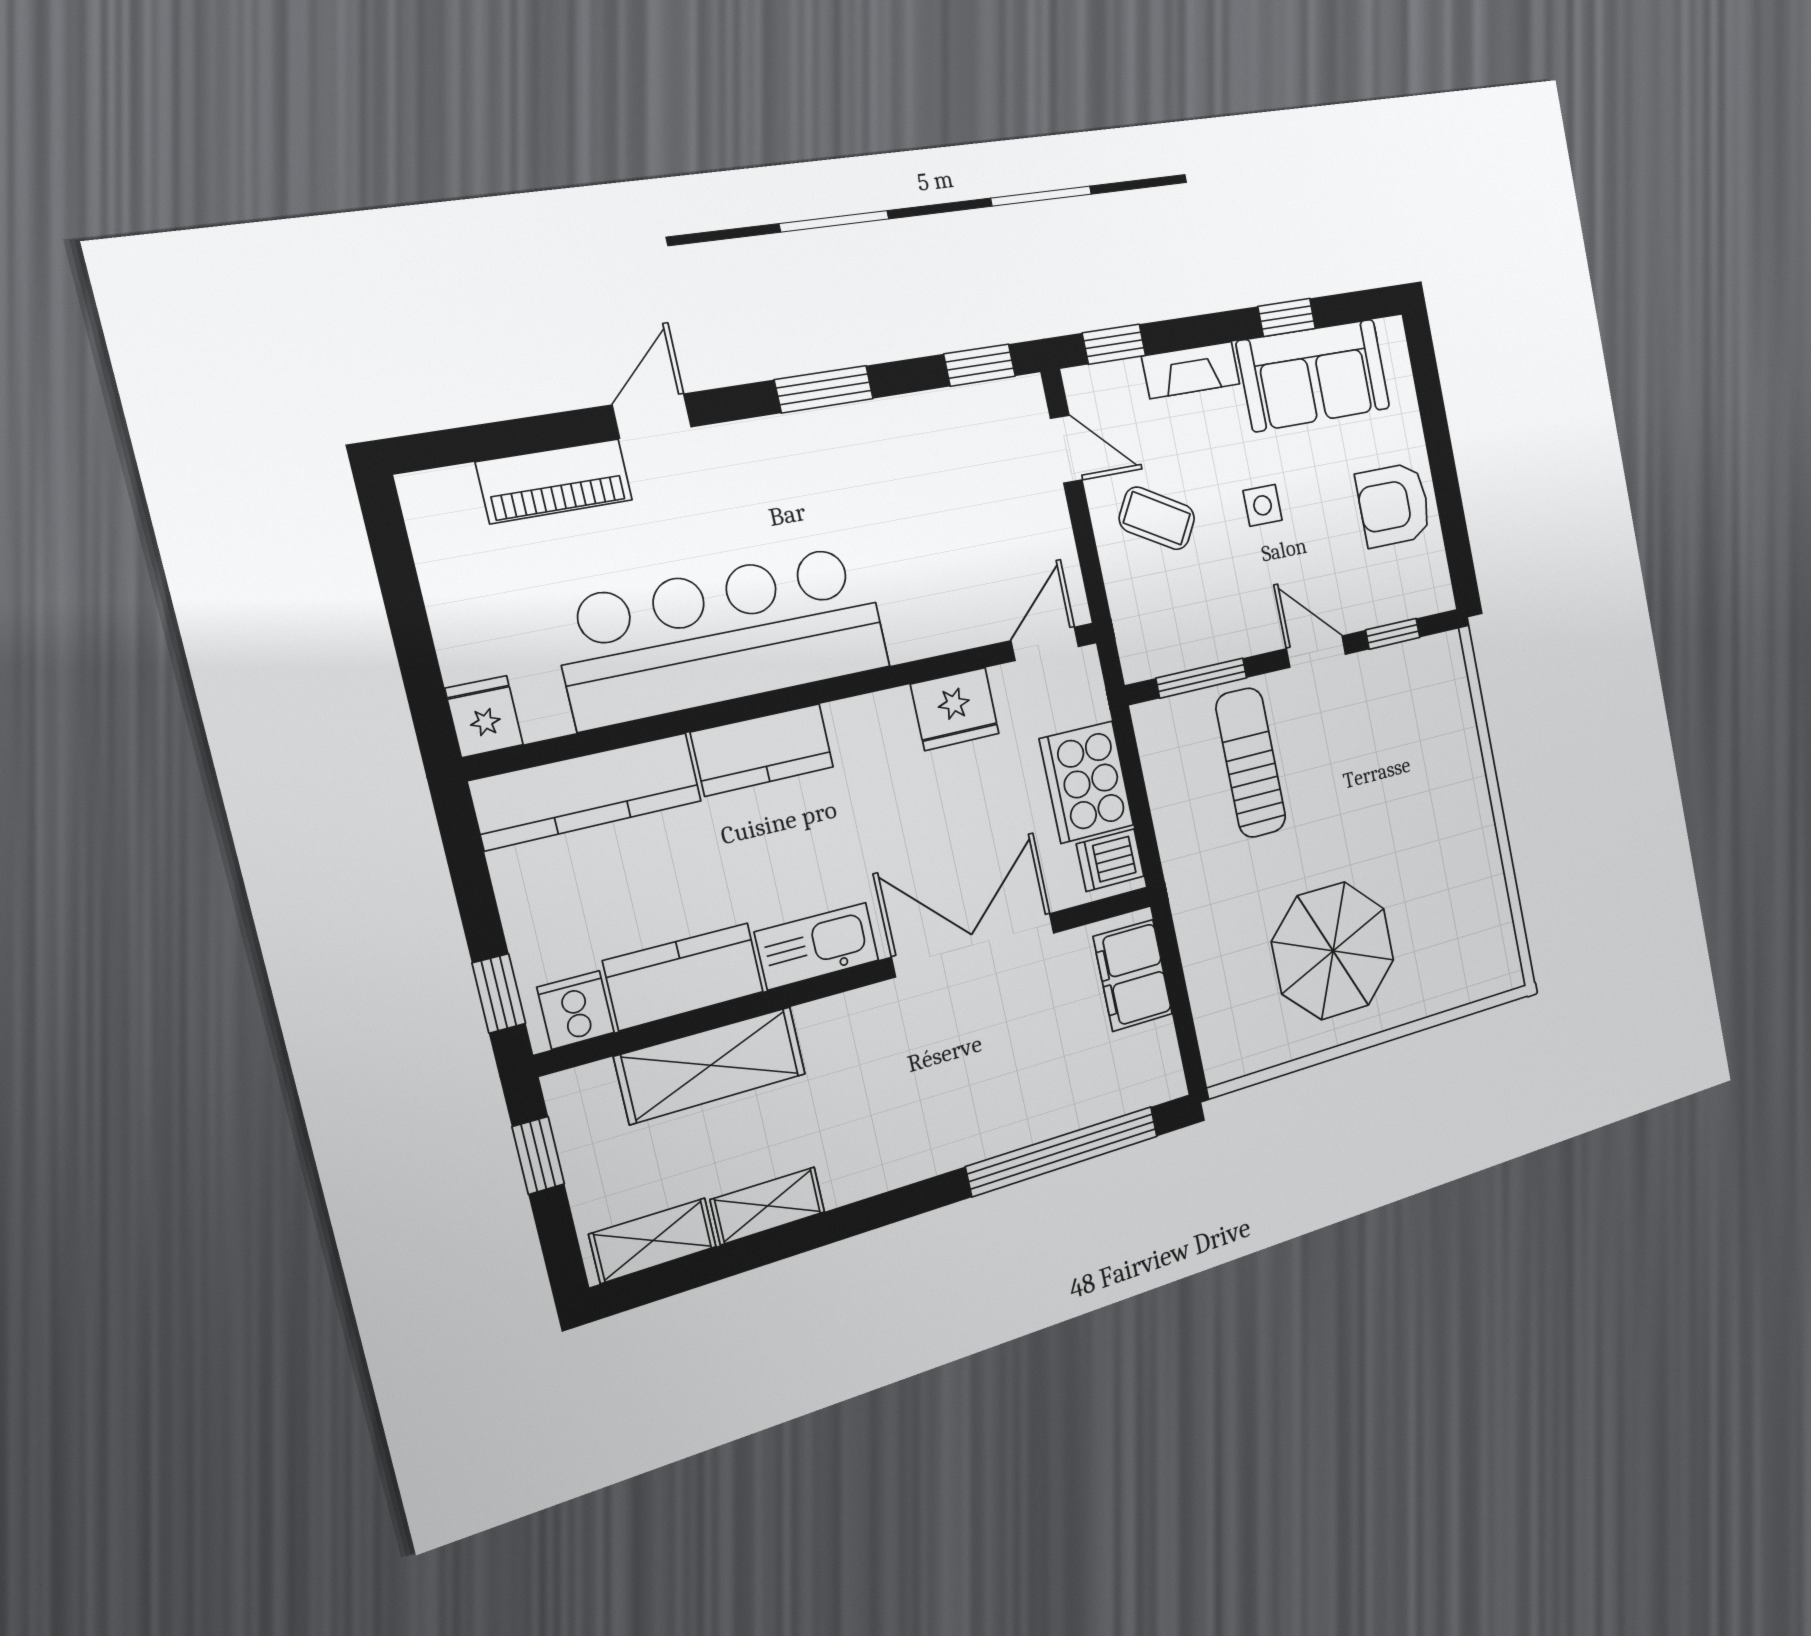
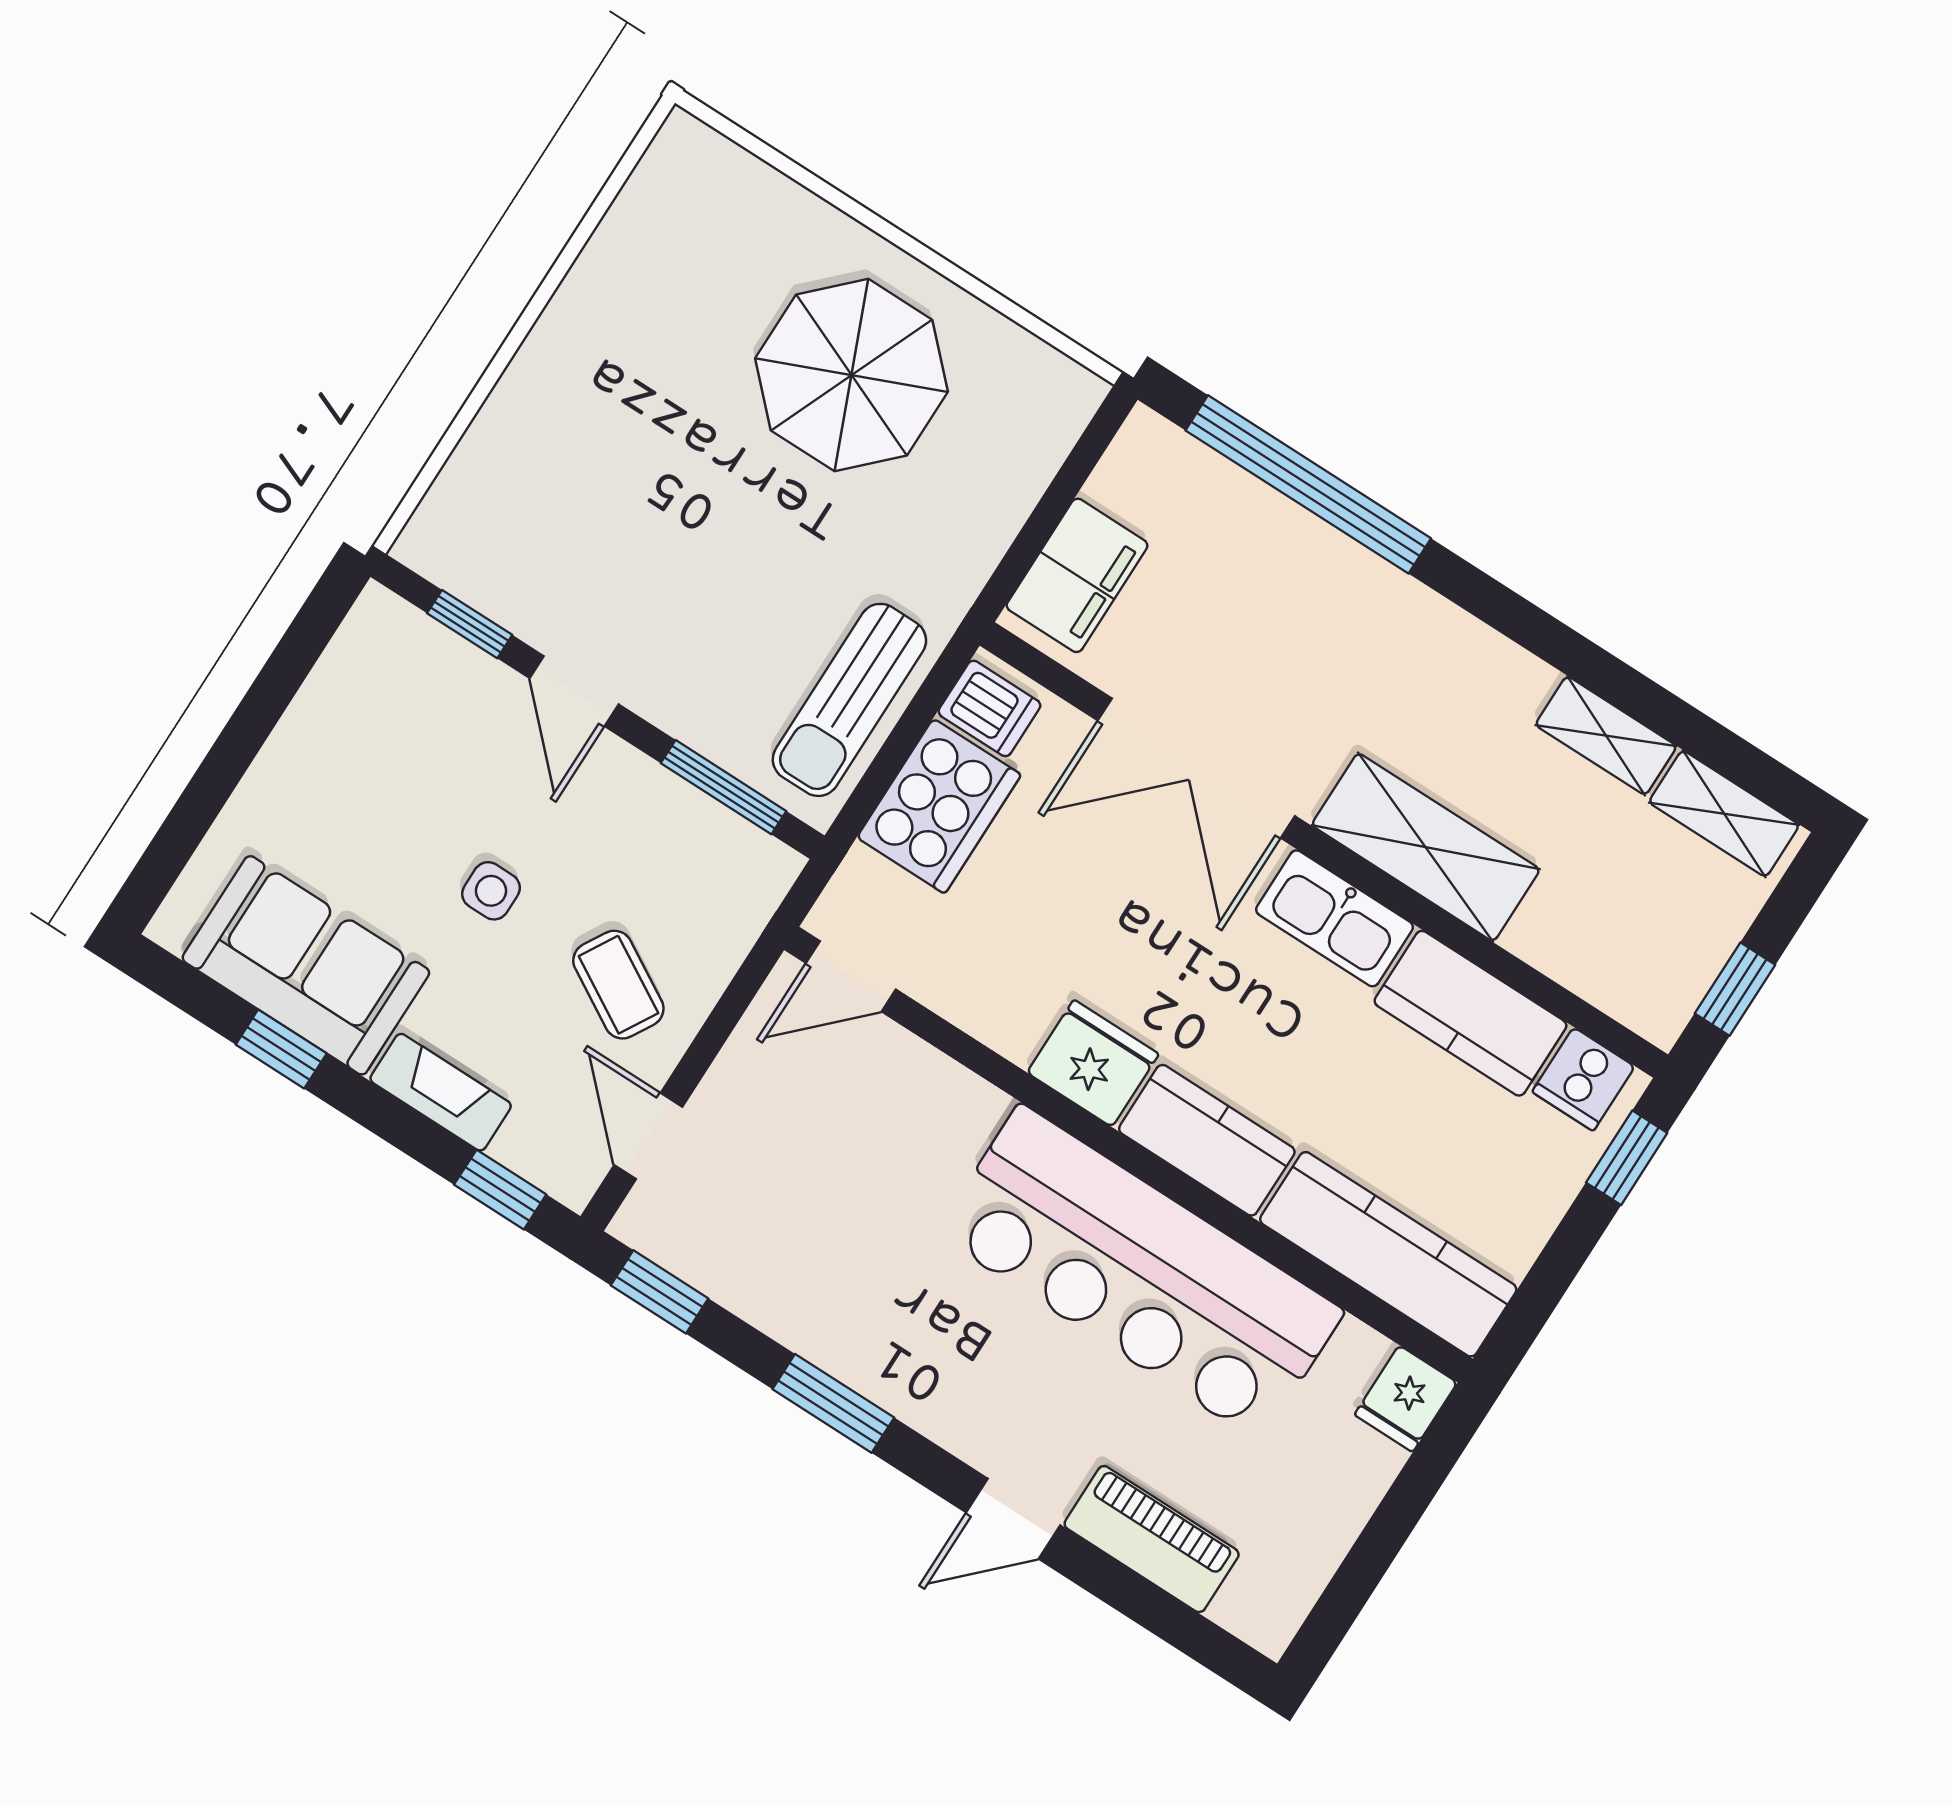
armchair: (1394, 505) -> (340, 752), removed
fridge: (955, 709) -> (1093, 1063), moved
sun lounger: (1251, 763) -> (849, 700), moved
shelving: (711, 1065) -> (1426, 847), moved

